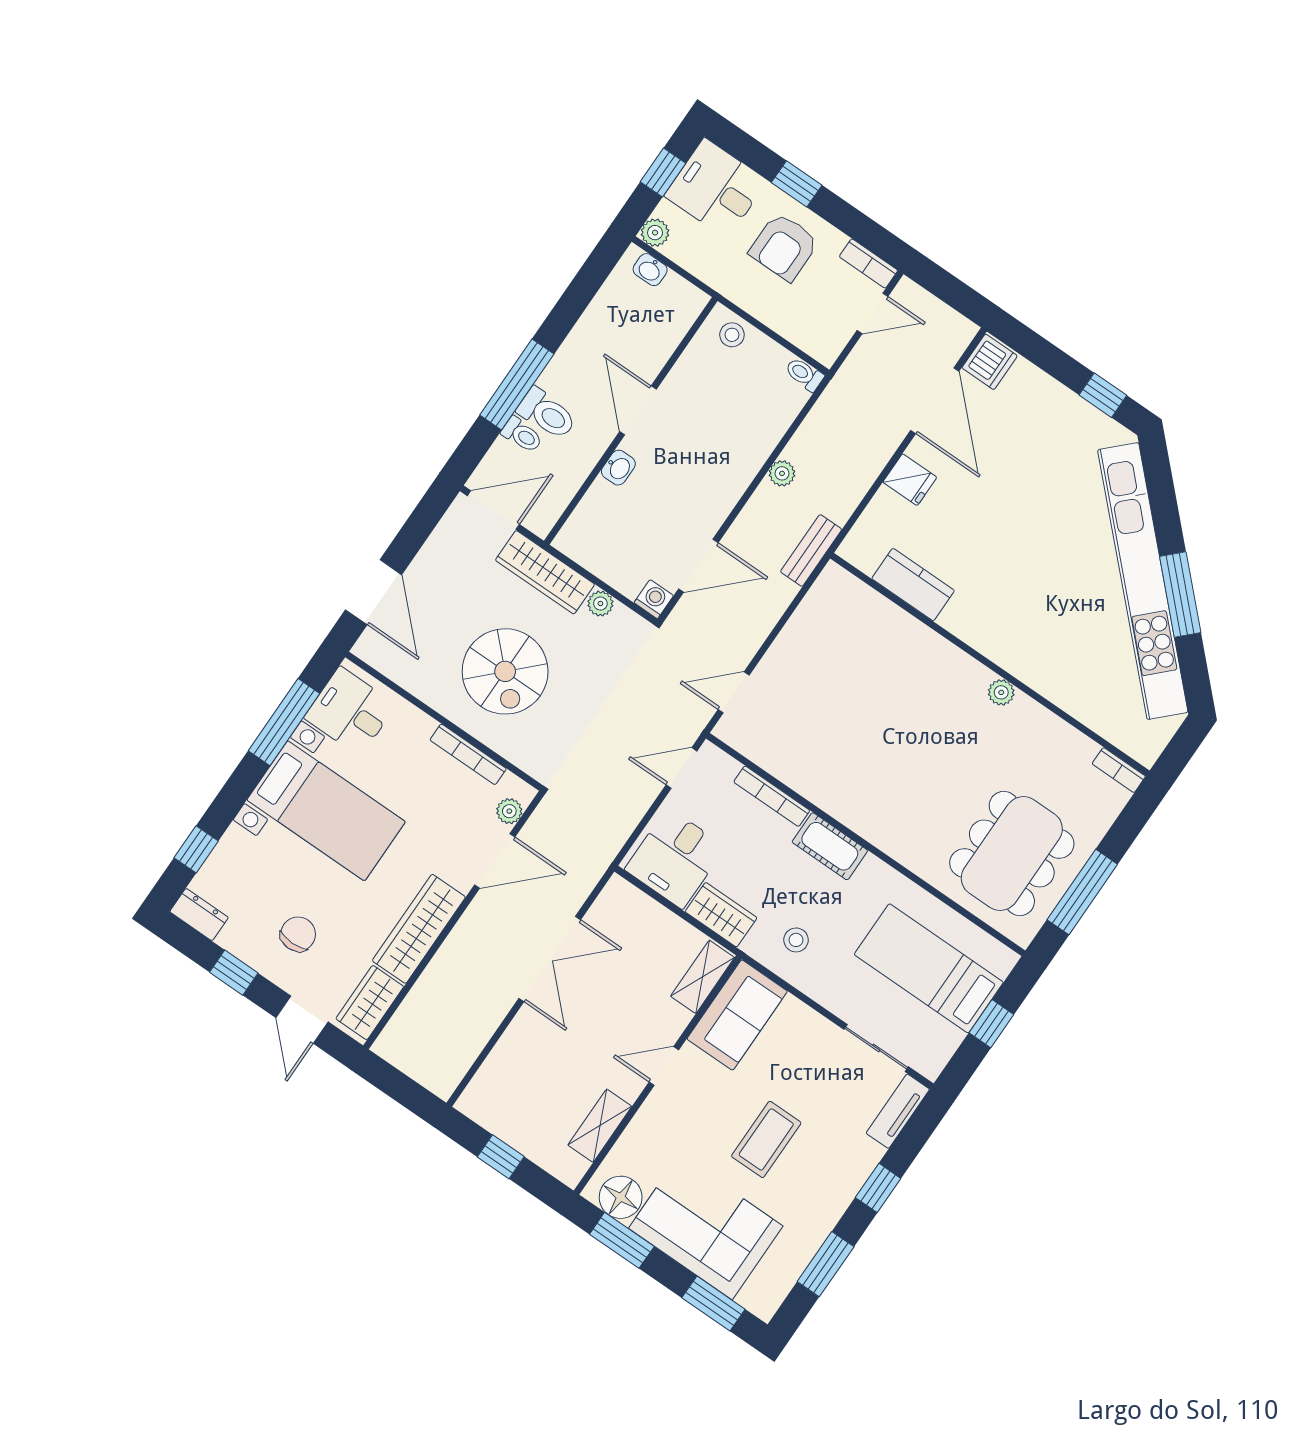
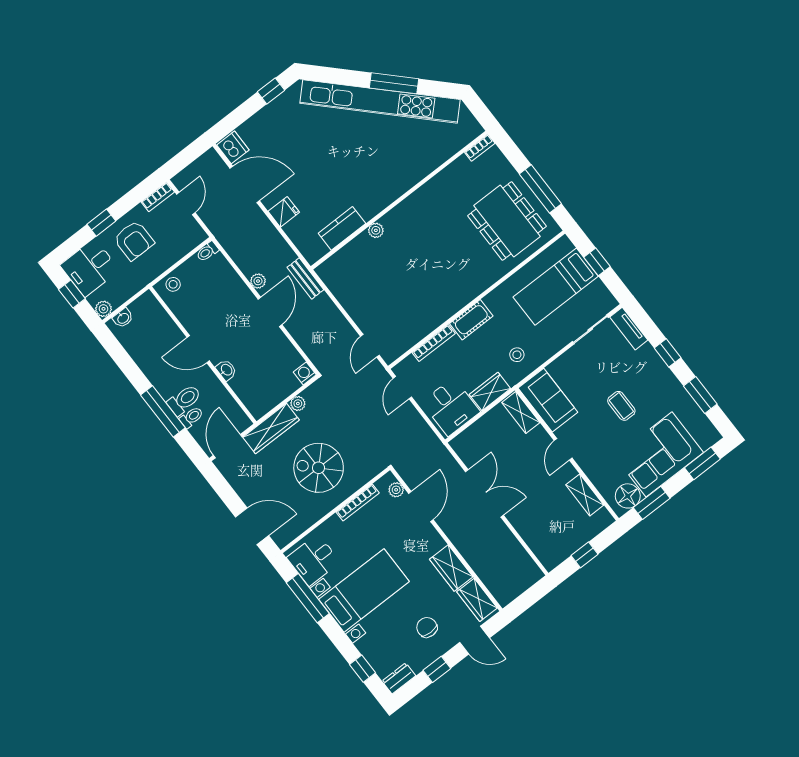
door: (698, 566) -> (270, 312), moved
spiral stairs: (505, 671) -> (319, 468), turned 180
plant: (1001, 692) -> (376, 230), moved
wardrobe: (419, 929) -> (451, 568), width x0.67
coffee table: (766, 1139) -> (621, 406), width x0.73, depth x0.77

